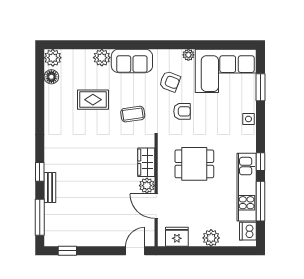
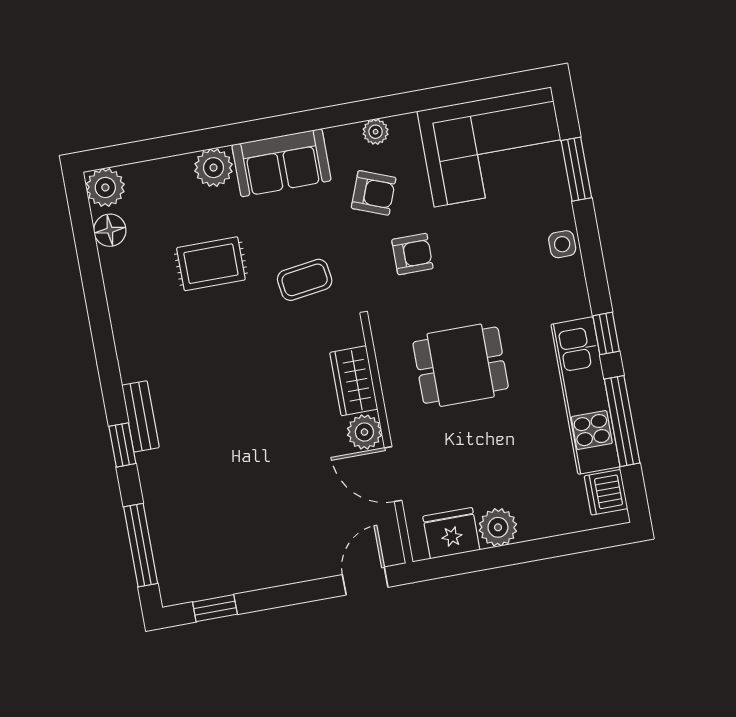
plant: (188, 55) -> (376, 132), moved
bench: (50, 187) -> (140, 416), moved
plant: (211, 238) -> (498, 527), moved

